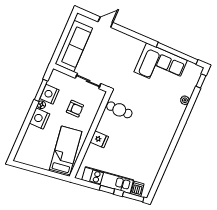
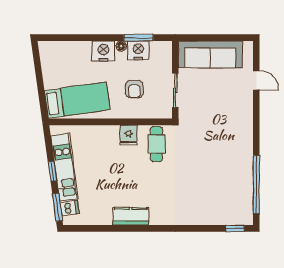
corner sofa: (161, 66) -> (232, 171), removed
plant: (185, 100) -> (203, 219), removed
fridge: (99, 139) -> (129, 135), moved
kitchen counter: (161, 149) -> (131, 216), added

